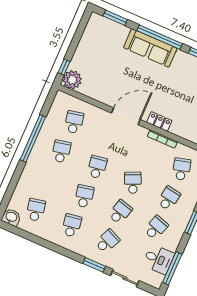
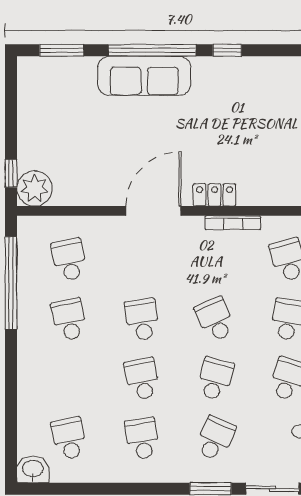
window: (33, 138) -> (11, 283), moved

